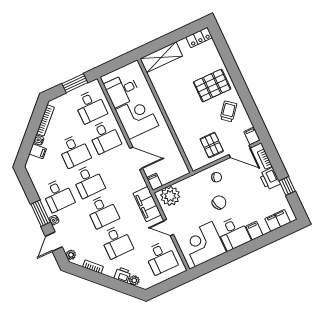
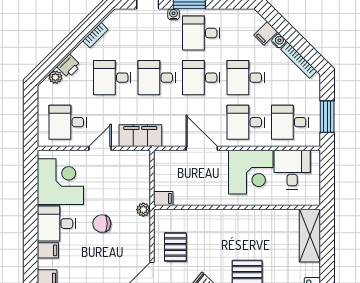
pallet: (212, 145) -> (175, 247), turned 90
door: (136, 158) -> (202, 148), swing flipped
chair: (217, 177) -> (134, 235), removed
filing cabinet: (154, 182) -> (163, 198), moved
plant: (170, 196) -> (143, 210), moved, width x0.53, depth x0.53
chair: (219, 202) -> (102, 224), turned 111
plant: (71, 255) -> (122, 15), removed

